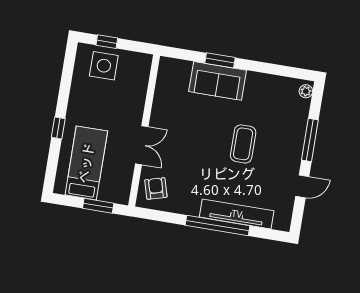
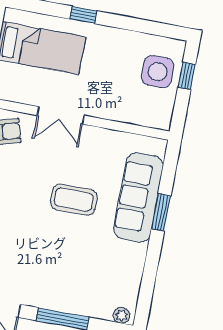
sofa: (218, 81) -> (139, 197), width x1.36
coffee table: (243, 144) -> (74, 200), moved

